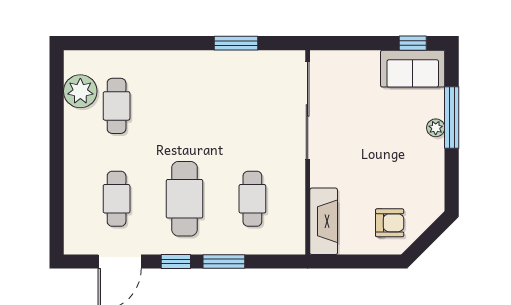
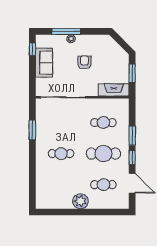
sofa: (413, 69) -> (44, 63), moved
plant: (80, 91) -> (80, 201), moved
cafe table: (117, 106) -> (61, 154), moved
armchair: (390, 223) -> (85, 62), moved
window: (360, 262) -> (132, 73), added

